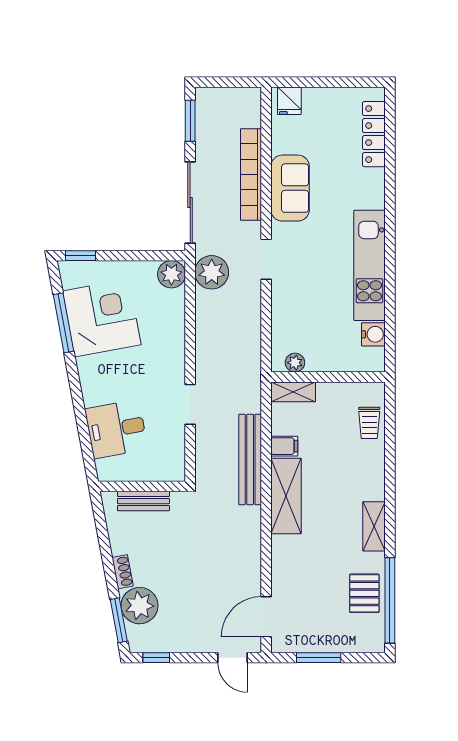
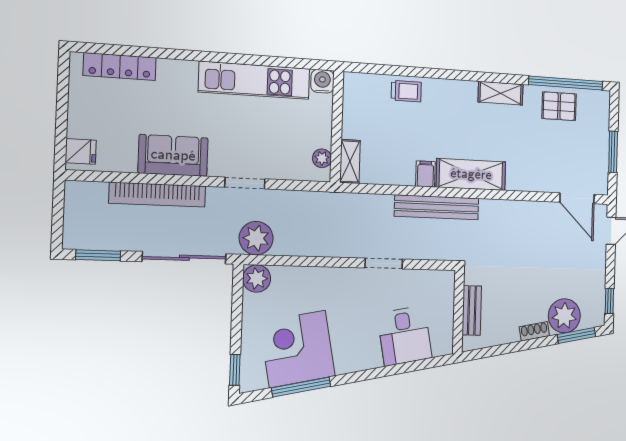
plant: (295, 363) -> (322, 158), moved
wall: (328, 377) -> (337, 127), moved
shelving: (293, 392) -> (350, 161), moved

